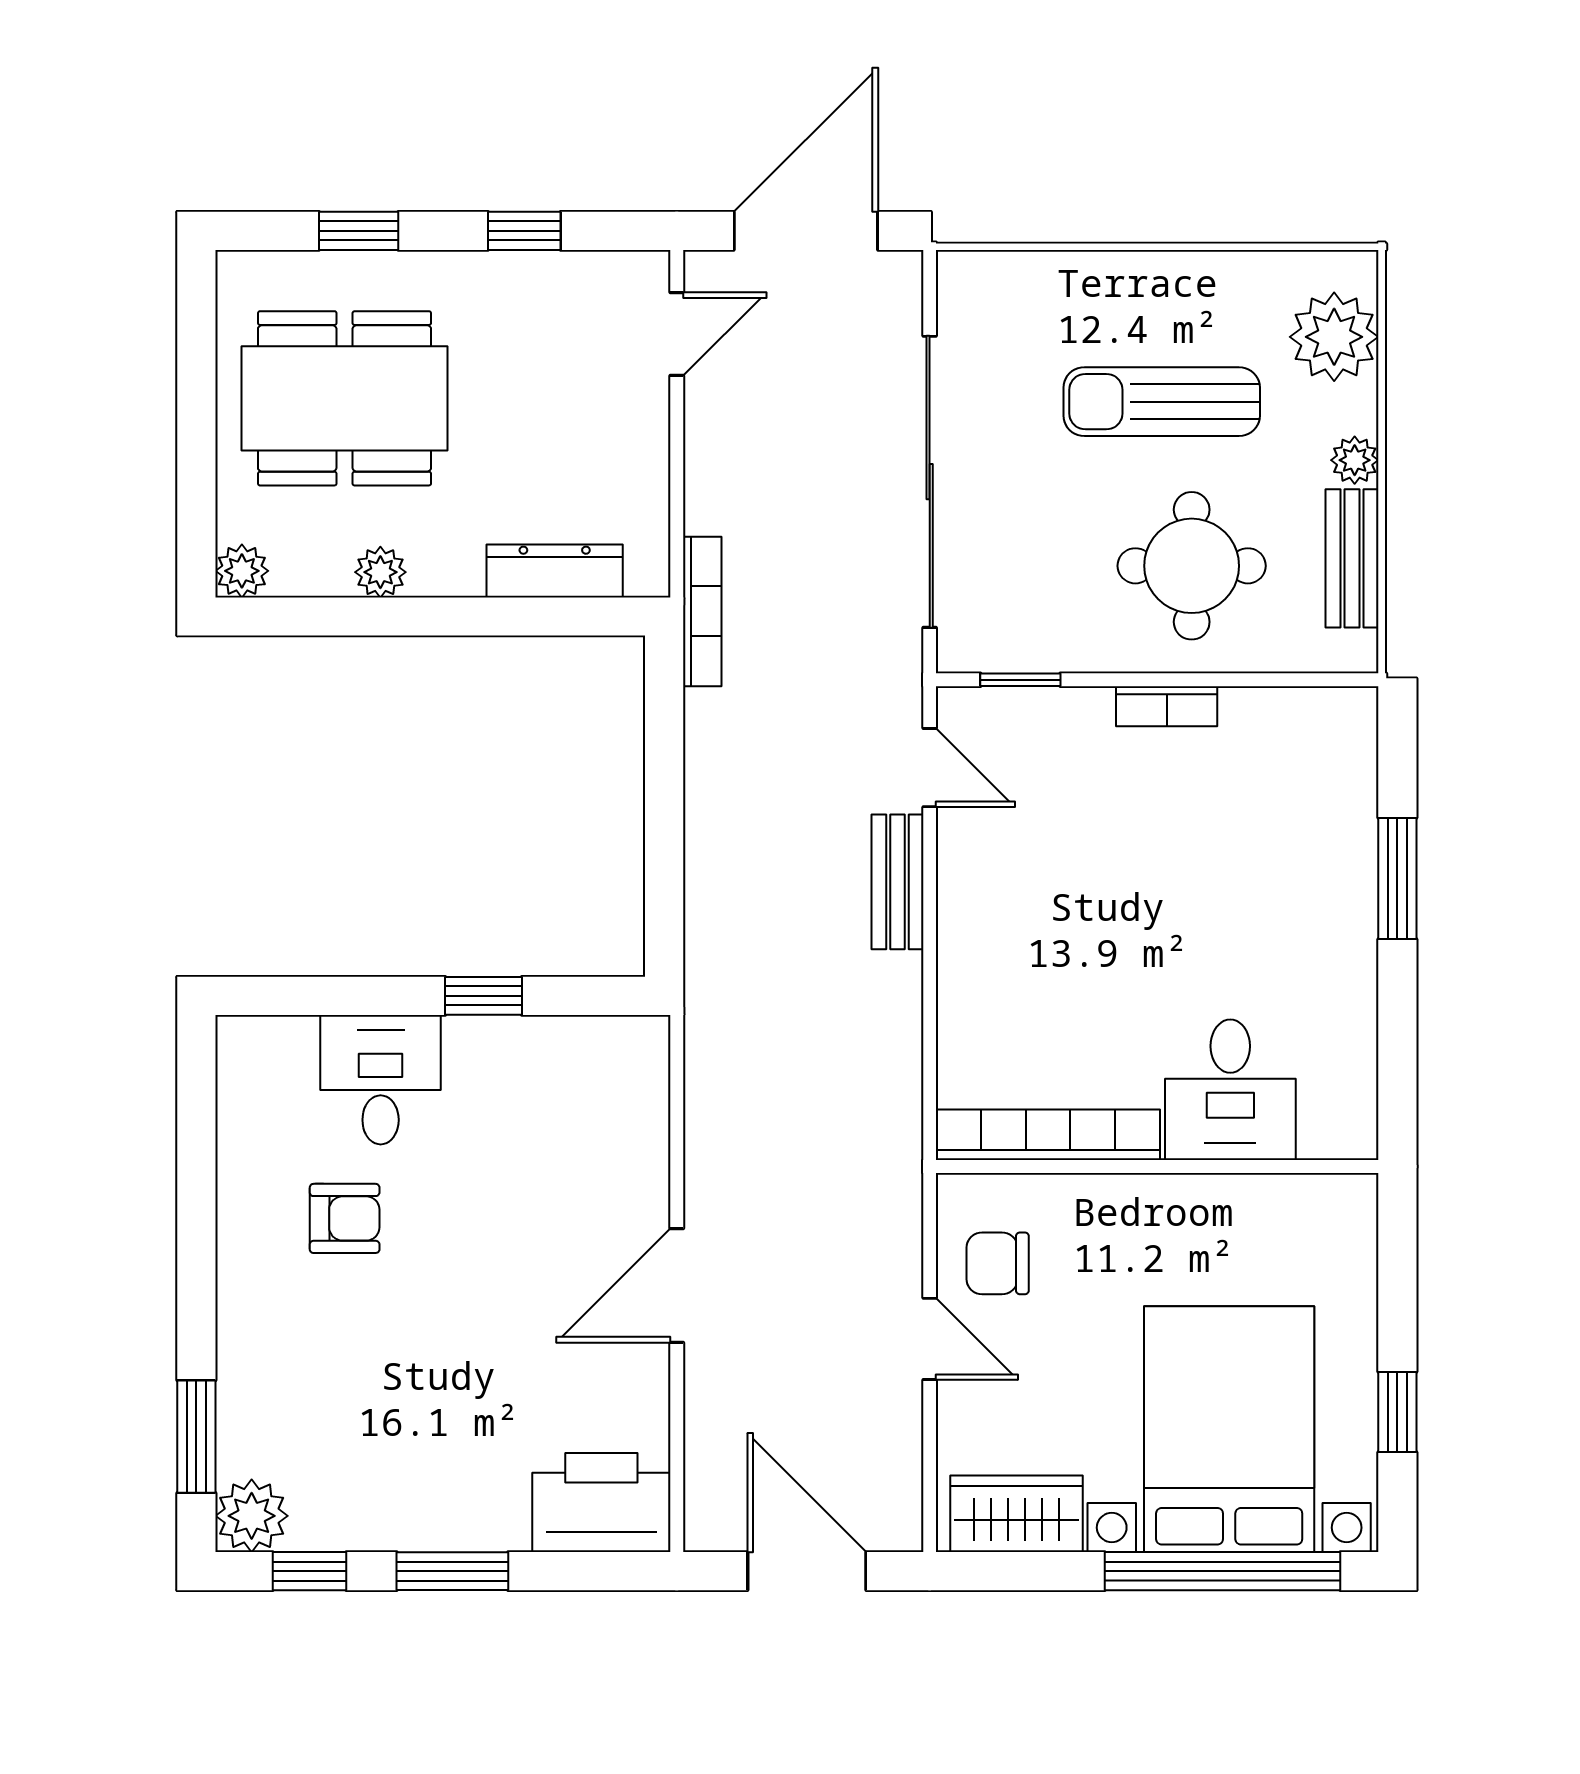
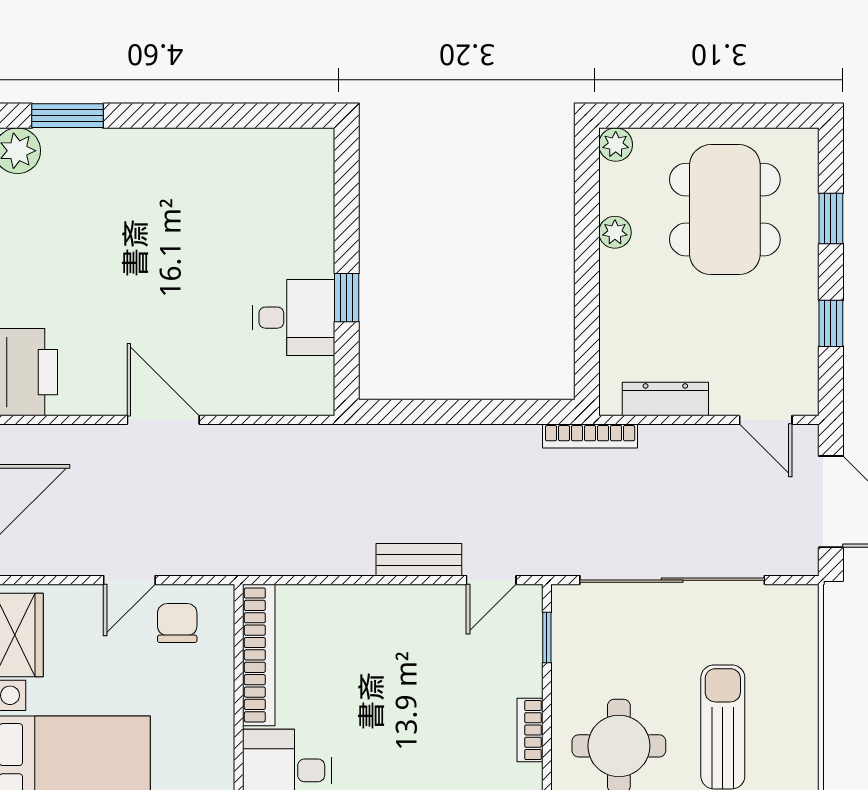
dresser: (555, 571) -> (665, 399), moved, turned -90
desk: (381, 1080) -> (294, 318), moved
armchair: (345, 1218) -> (206, 210), removed

